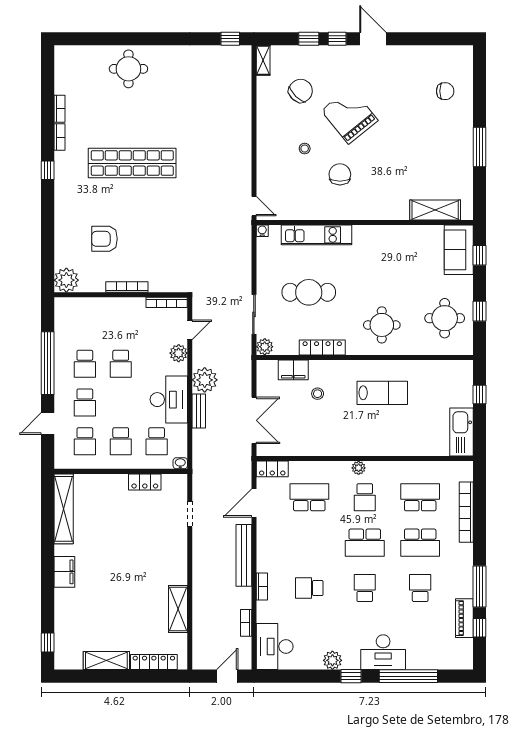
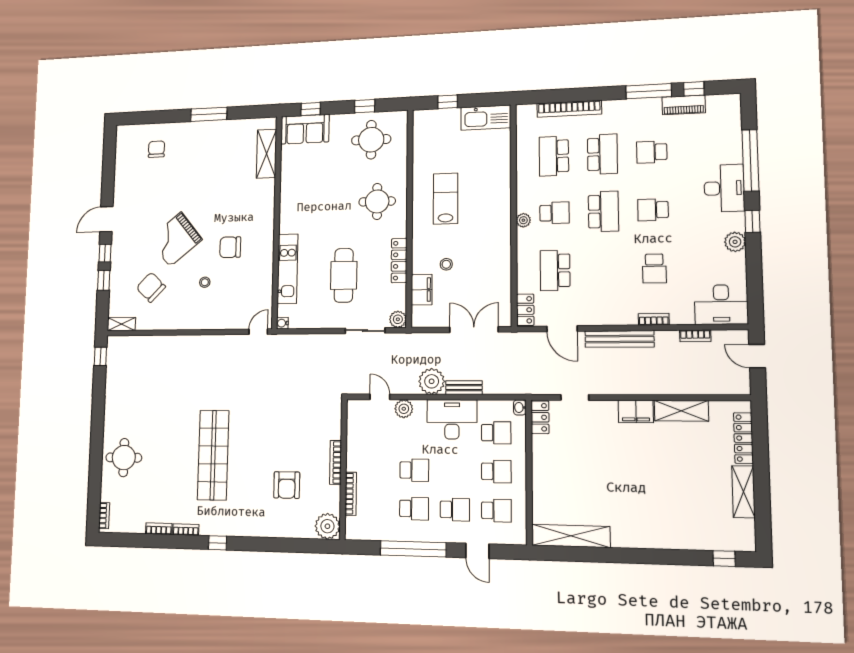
bookcase: (71, 50) -> (104, 516), added
bookcase: (167, 302) -> (351, 494), moved
locker: (145, 482) -> (540, 417), moved
filing cabinet: (64, 572) -> (636, 411), moved, turned 180

